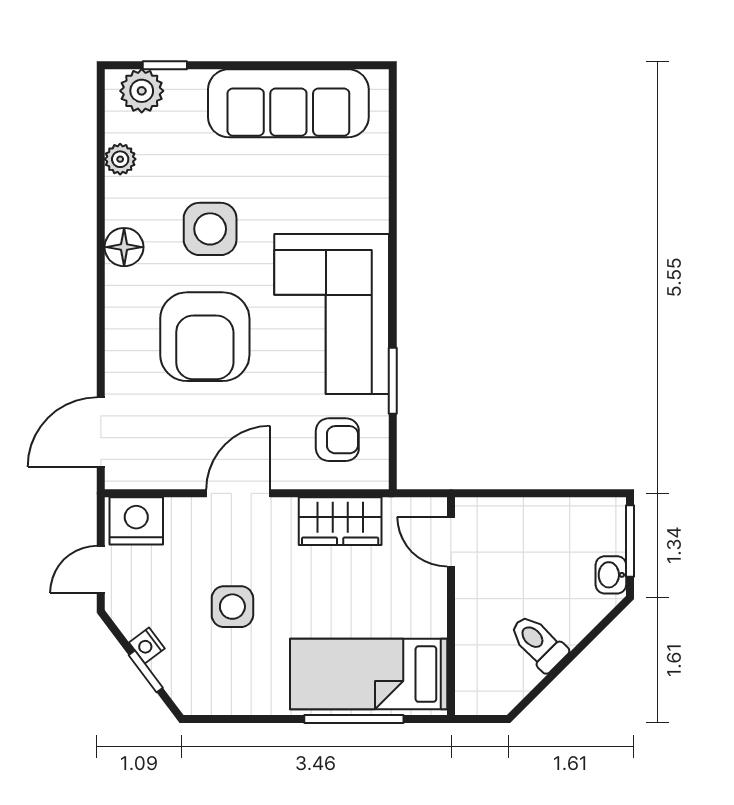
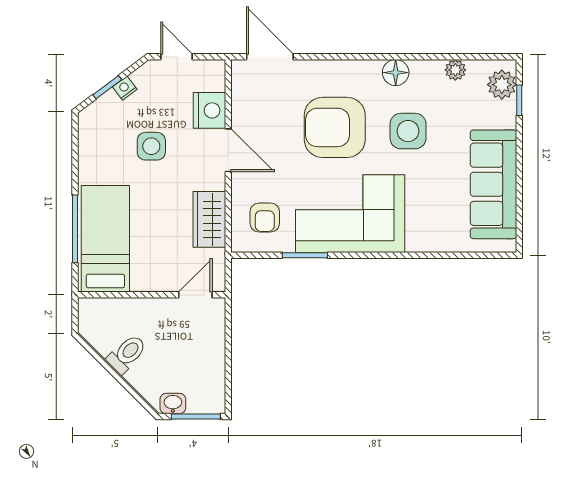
nightstand: (136, 521) -> (209, 110), moved

